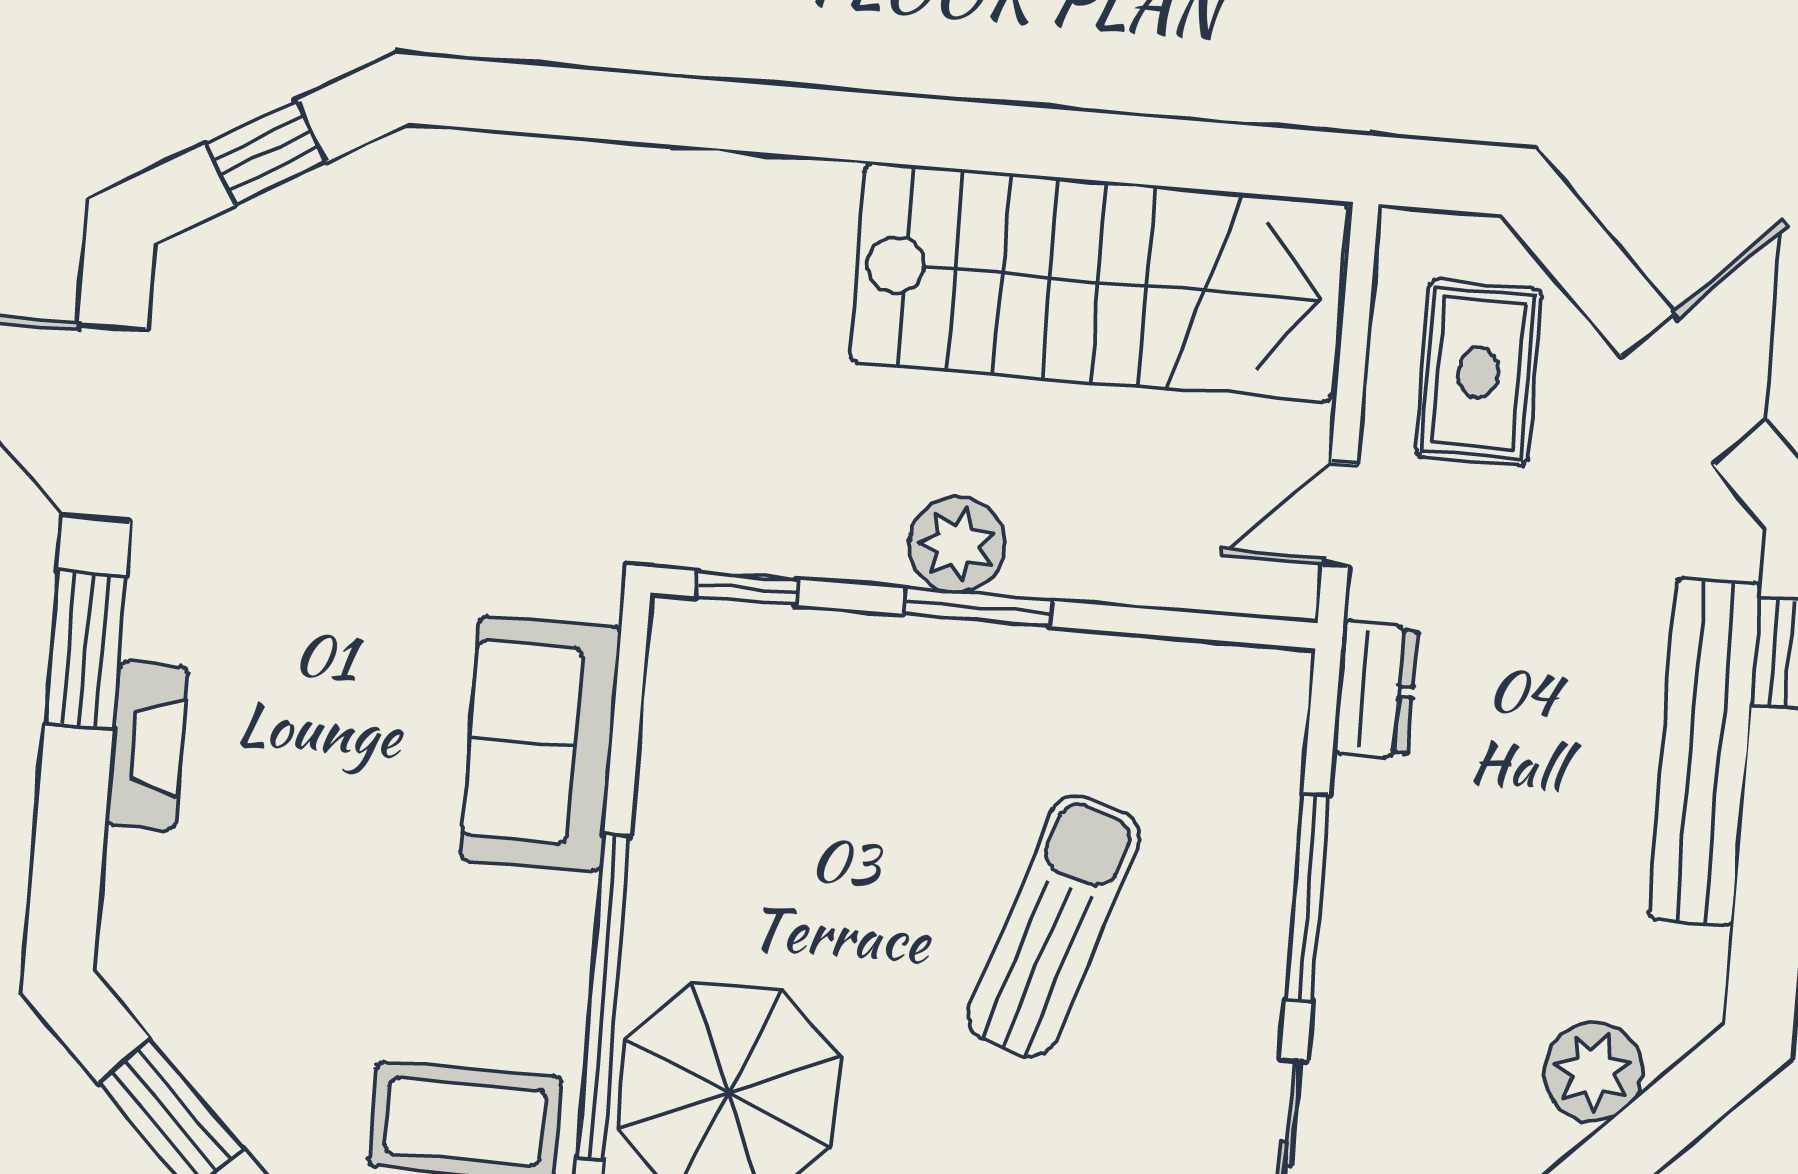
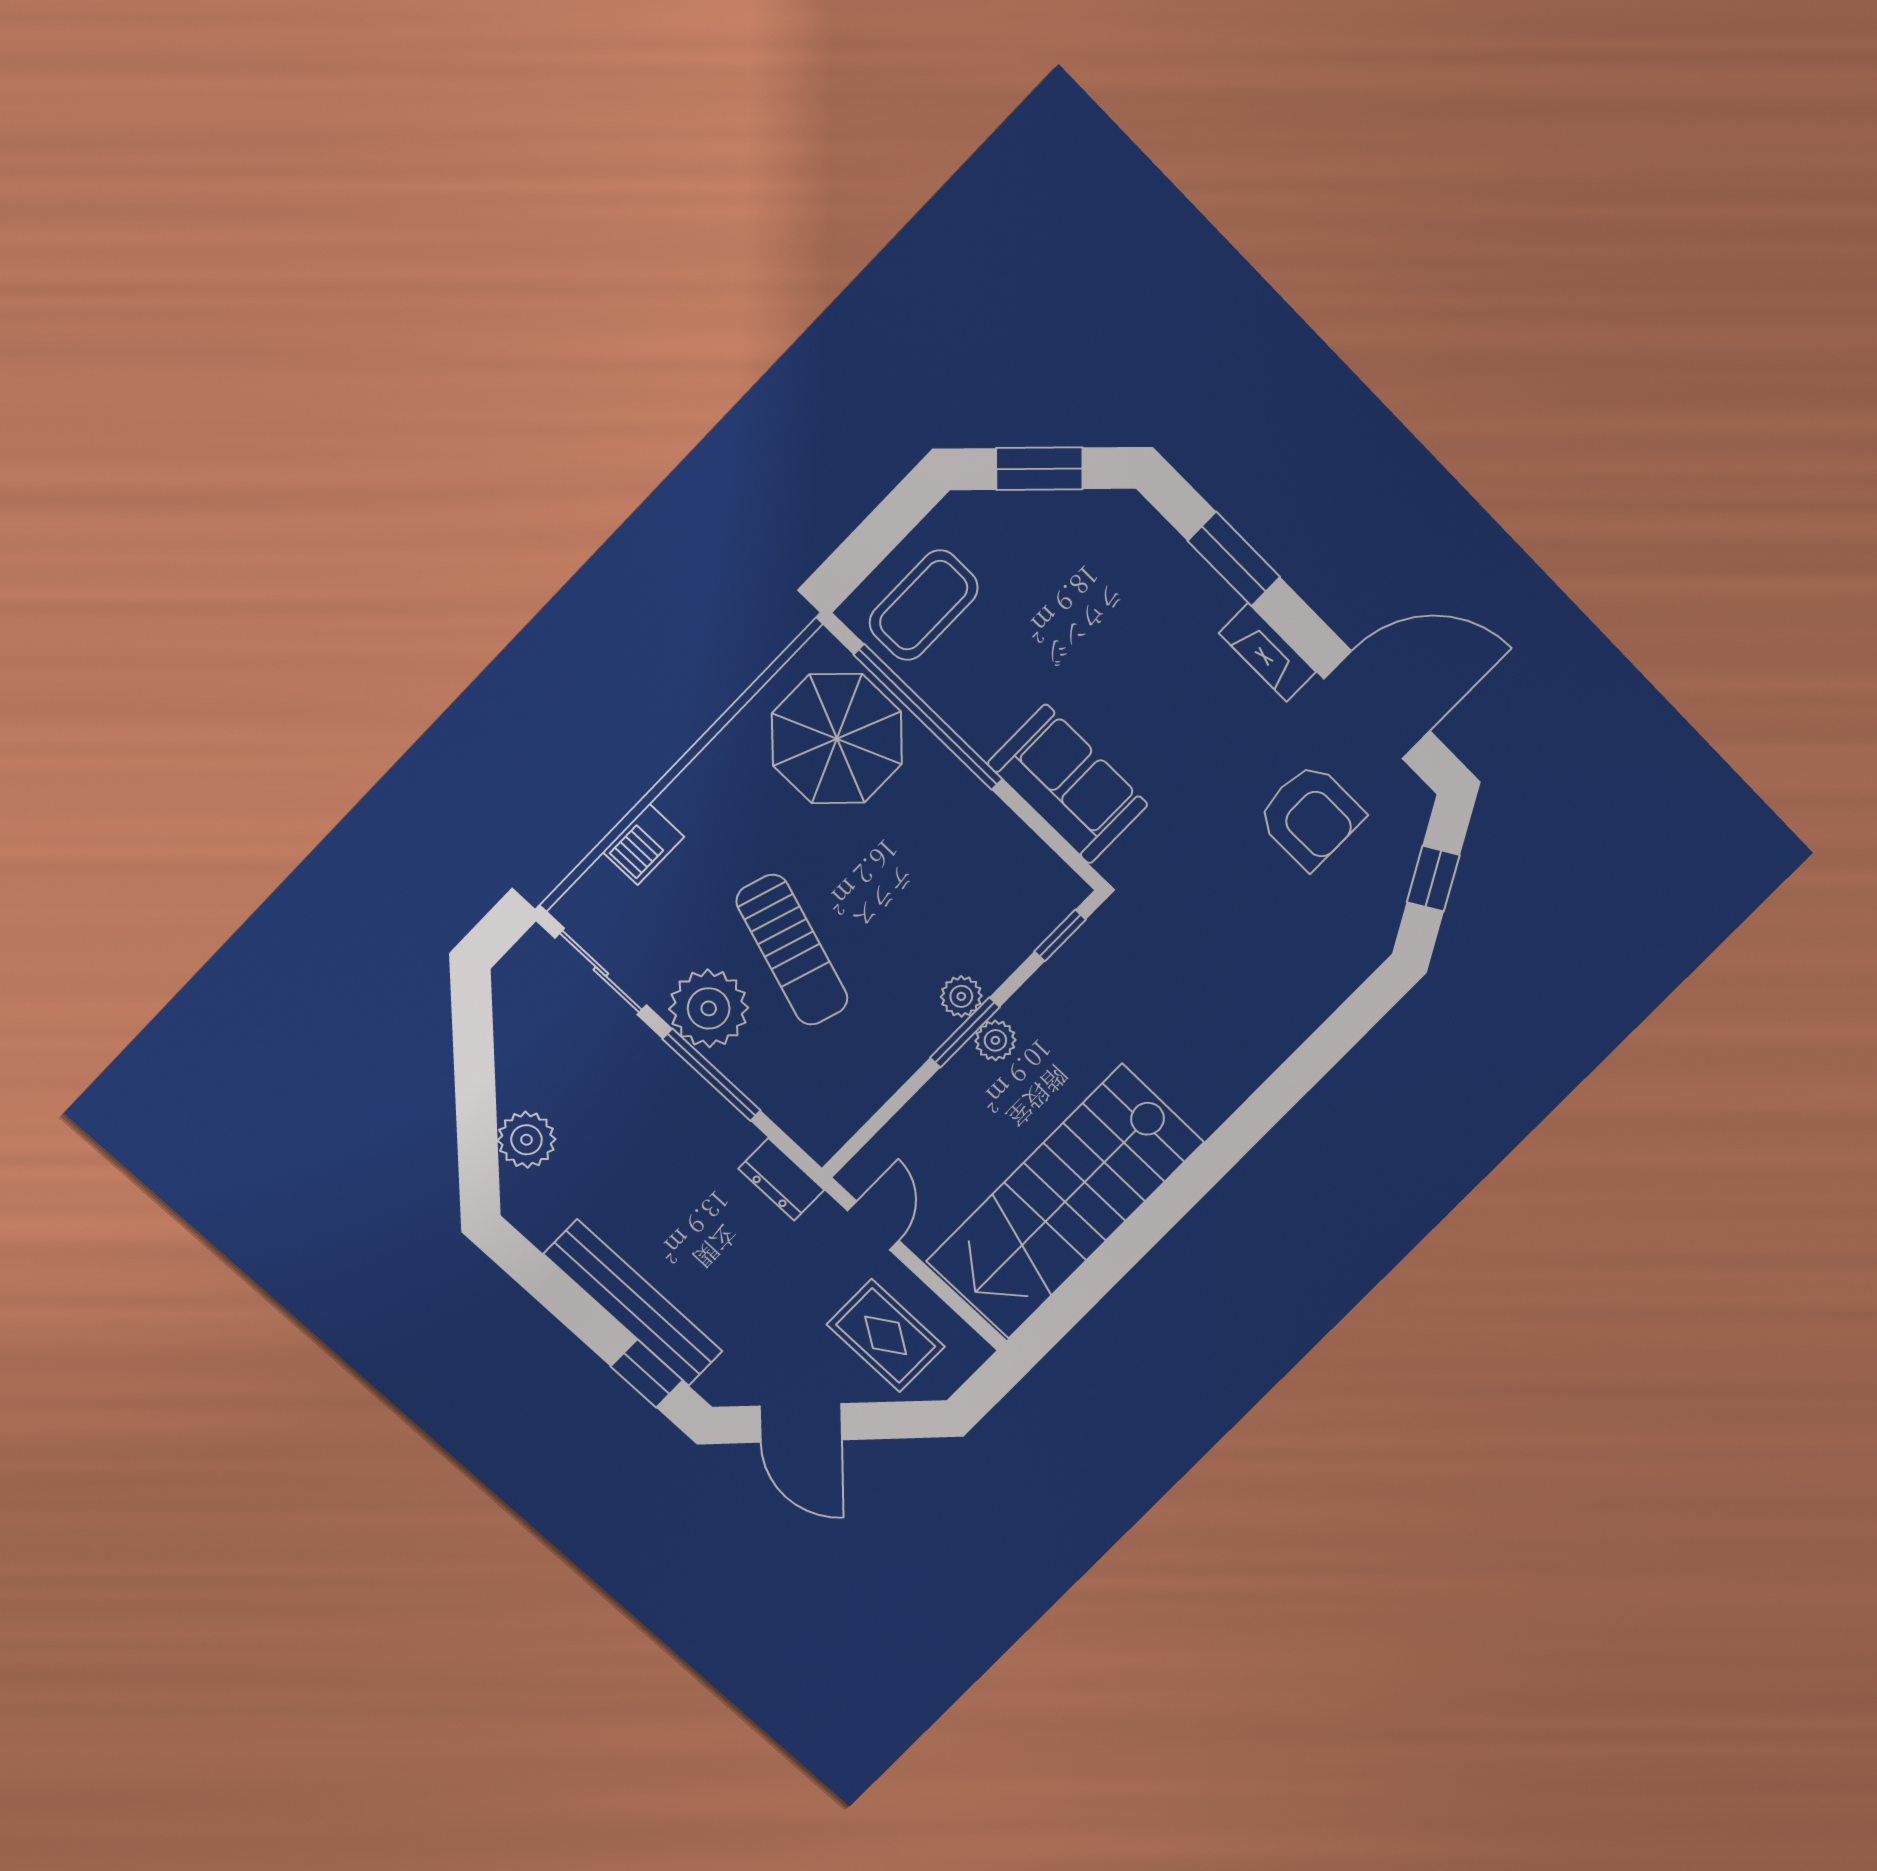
armchair: (319, 388) -> (1311, 816), added
plant: (957, 545) -> (995, 1040), width x0.73, depth x0.73
window: (85, 650) -> (1234, 559), moved
plant: (934, 652) -> (961, 996), added
fireplace: (147, 746) -> (1267, 652), moved
plant: (1221, 973) -> (709, 1008), added

